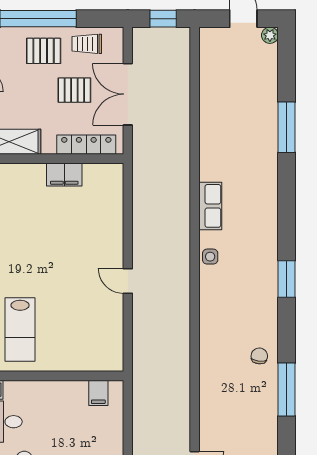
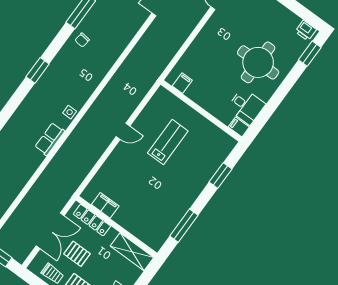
filing cabinet: (64, 175) -> (105, 205), moved
door: (128, 281) -> (123, 131), hinge flipped
lab bench: (20, 329) -> (168, 142), moved

